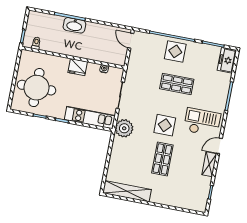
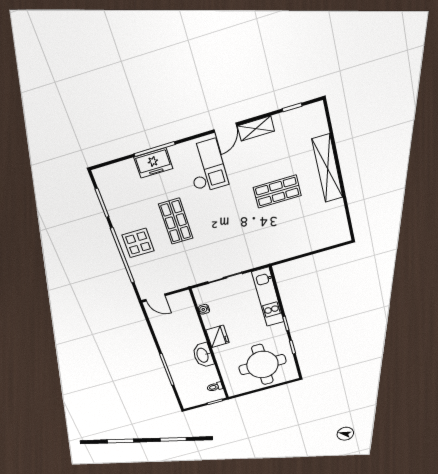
washbasin: (74, 25) -> (203, 355), moved, turned 180
door: (131, 41) -> (155, 297), hinge flipped
freezer: (227, 60) -> (153, 163), moved
checkout: (202, 122) -> (206, 166), turned 180
display table: (165, 125) -> (234, 210), removed
plant: (124, 128) -> (261, 254), removed
door: (219, 146) -> (225, 128), hinge flipped
shelving: (127, 191) -> (328, 169), moved

